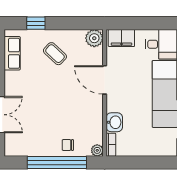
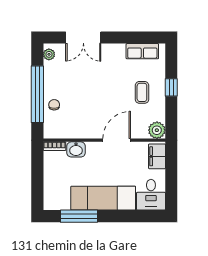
window: (36, 23) -> (171, 87), moved
coffee table: (55, 54) -> (142, 92), turned -43
plant: (97, 150) -> (49, 54), moved

